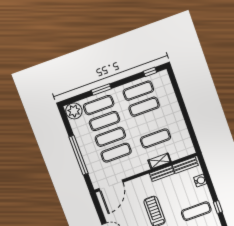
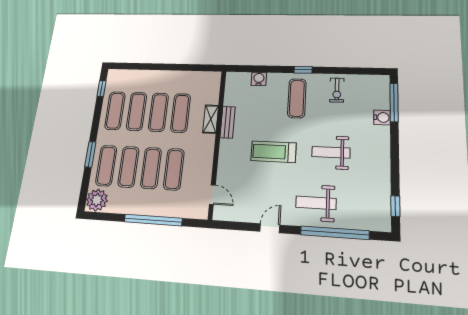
exercise mat: (150, 123) -> (158, 112), added
bench: (185, 165) -> (231, 90), removed
door: (111, 185) -> (212, 195), width x0.53

